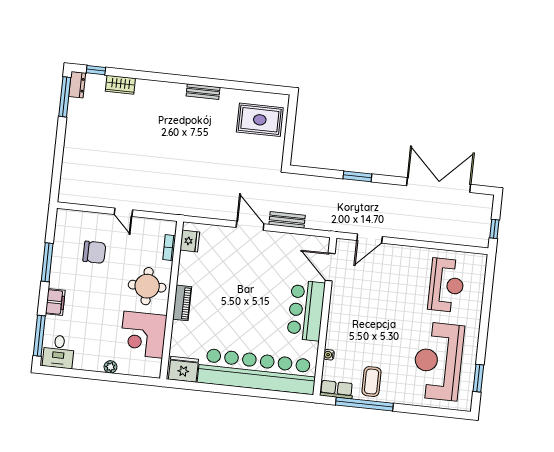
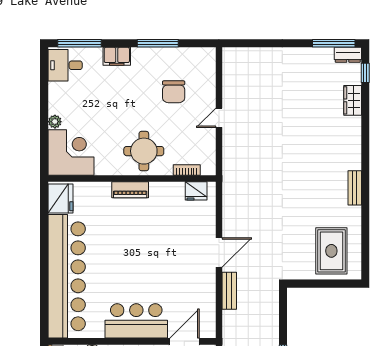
corner desk: (143, 335) -> (71, 152), moved, turned 90

